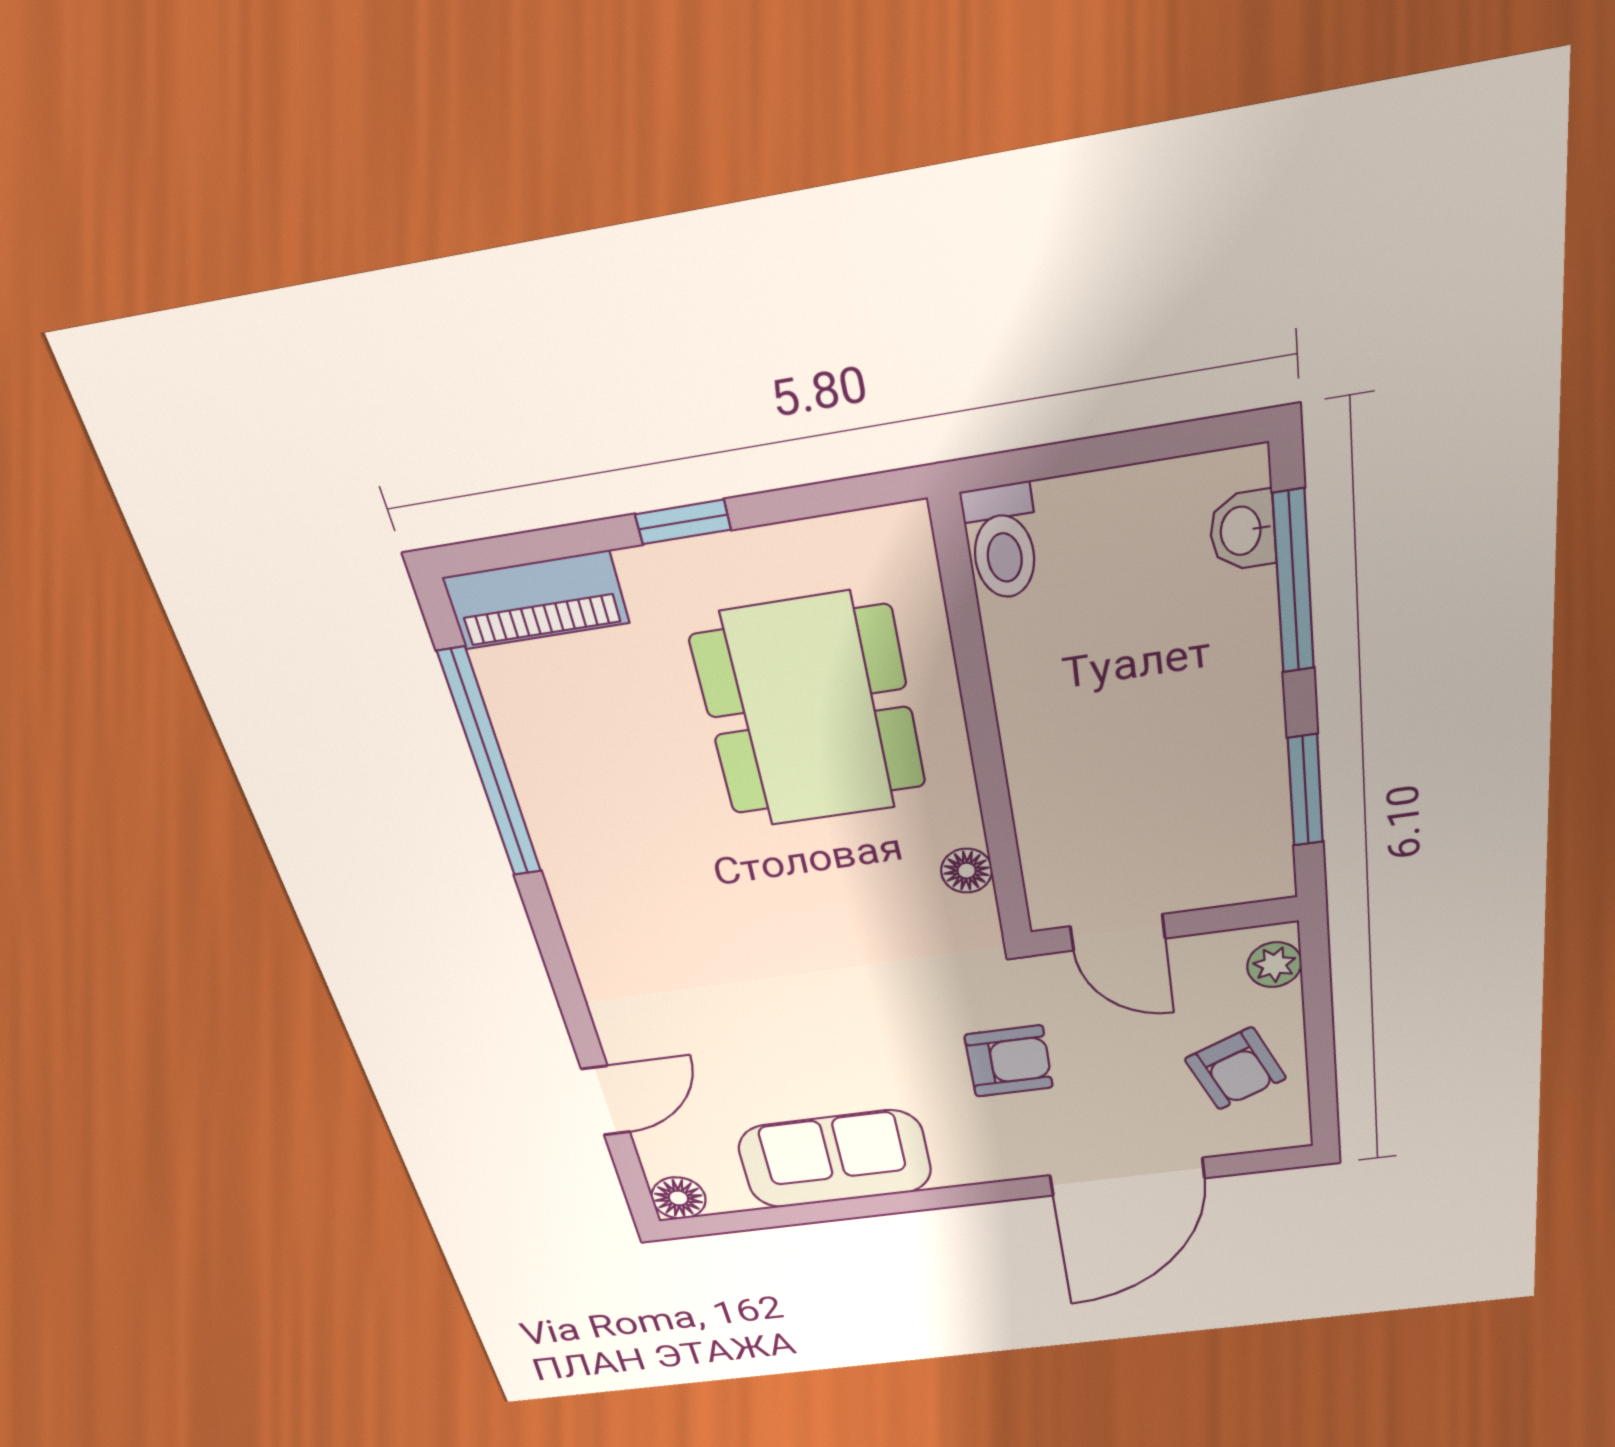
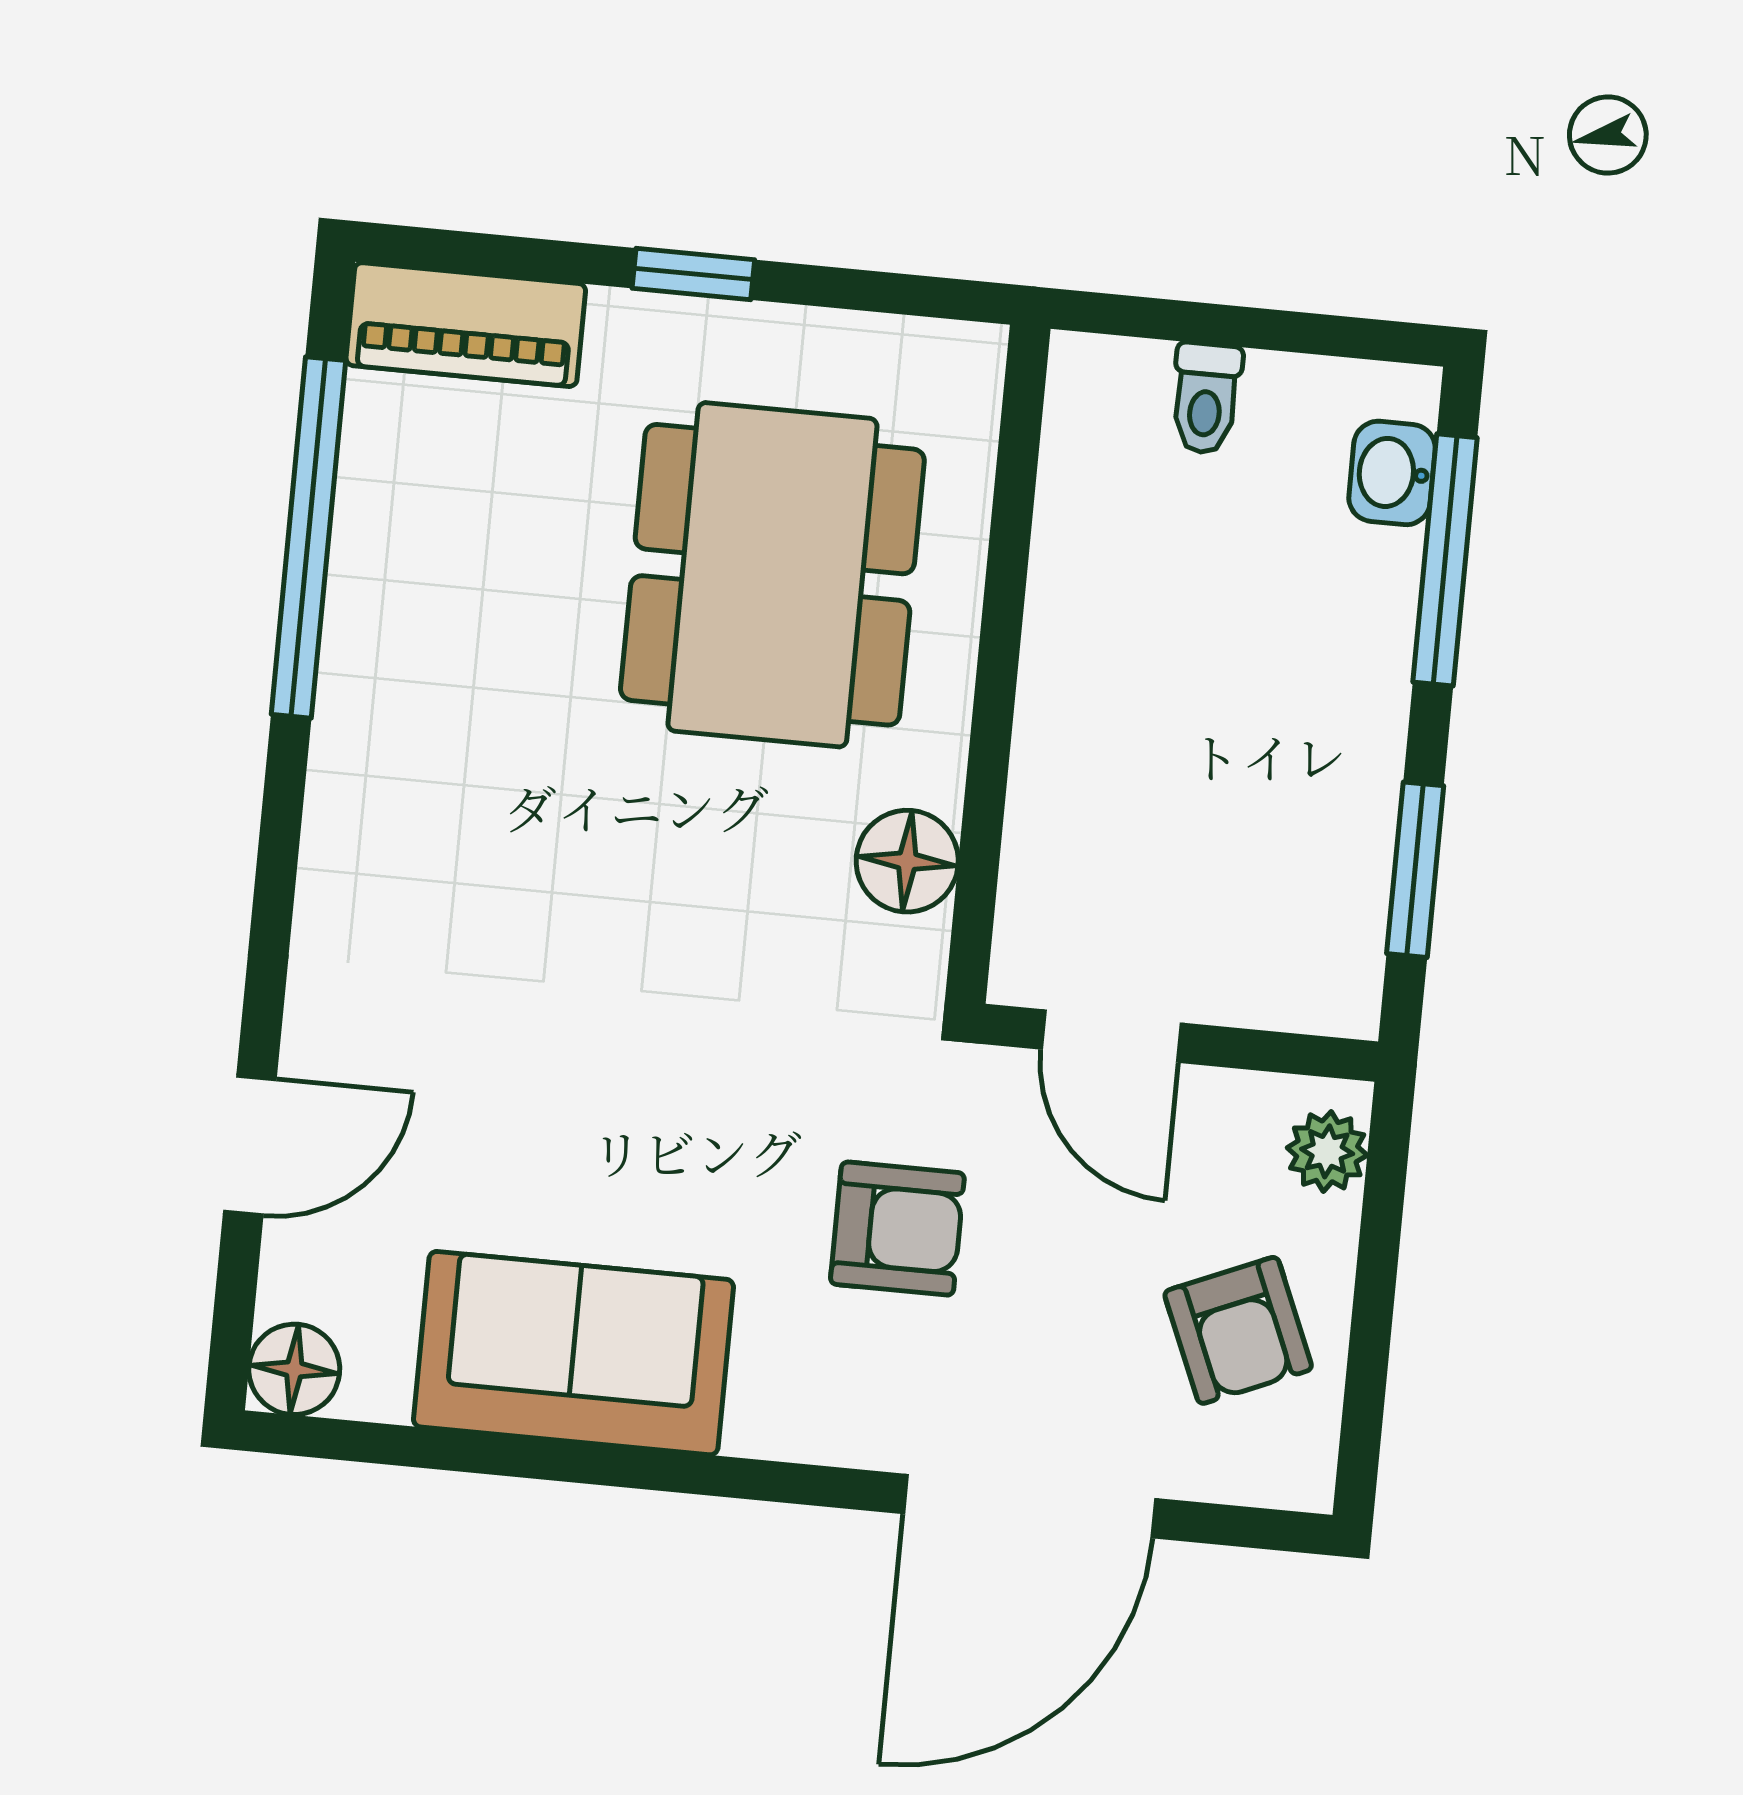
toilet: (1002, 542) -> (1206, 398), moved, width x0.73, depth x0.72
floor lamp: (967, 871) -> (907, 861), width x1.37, depth x1.37

